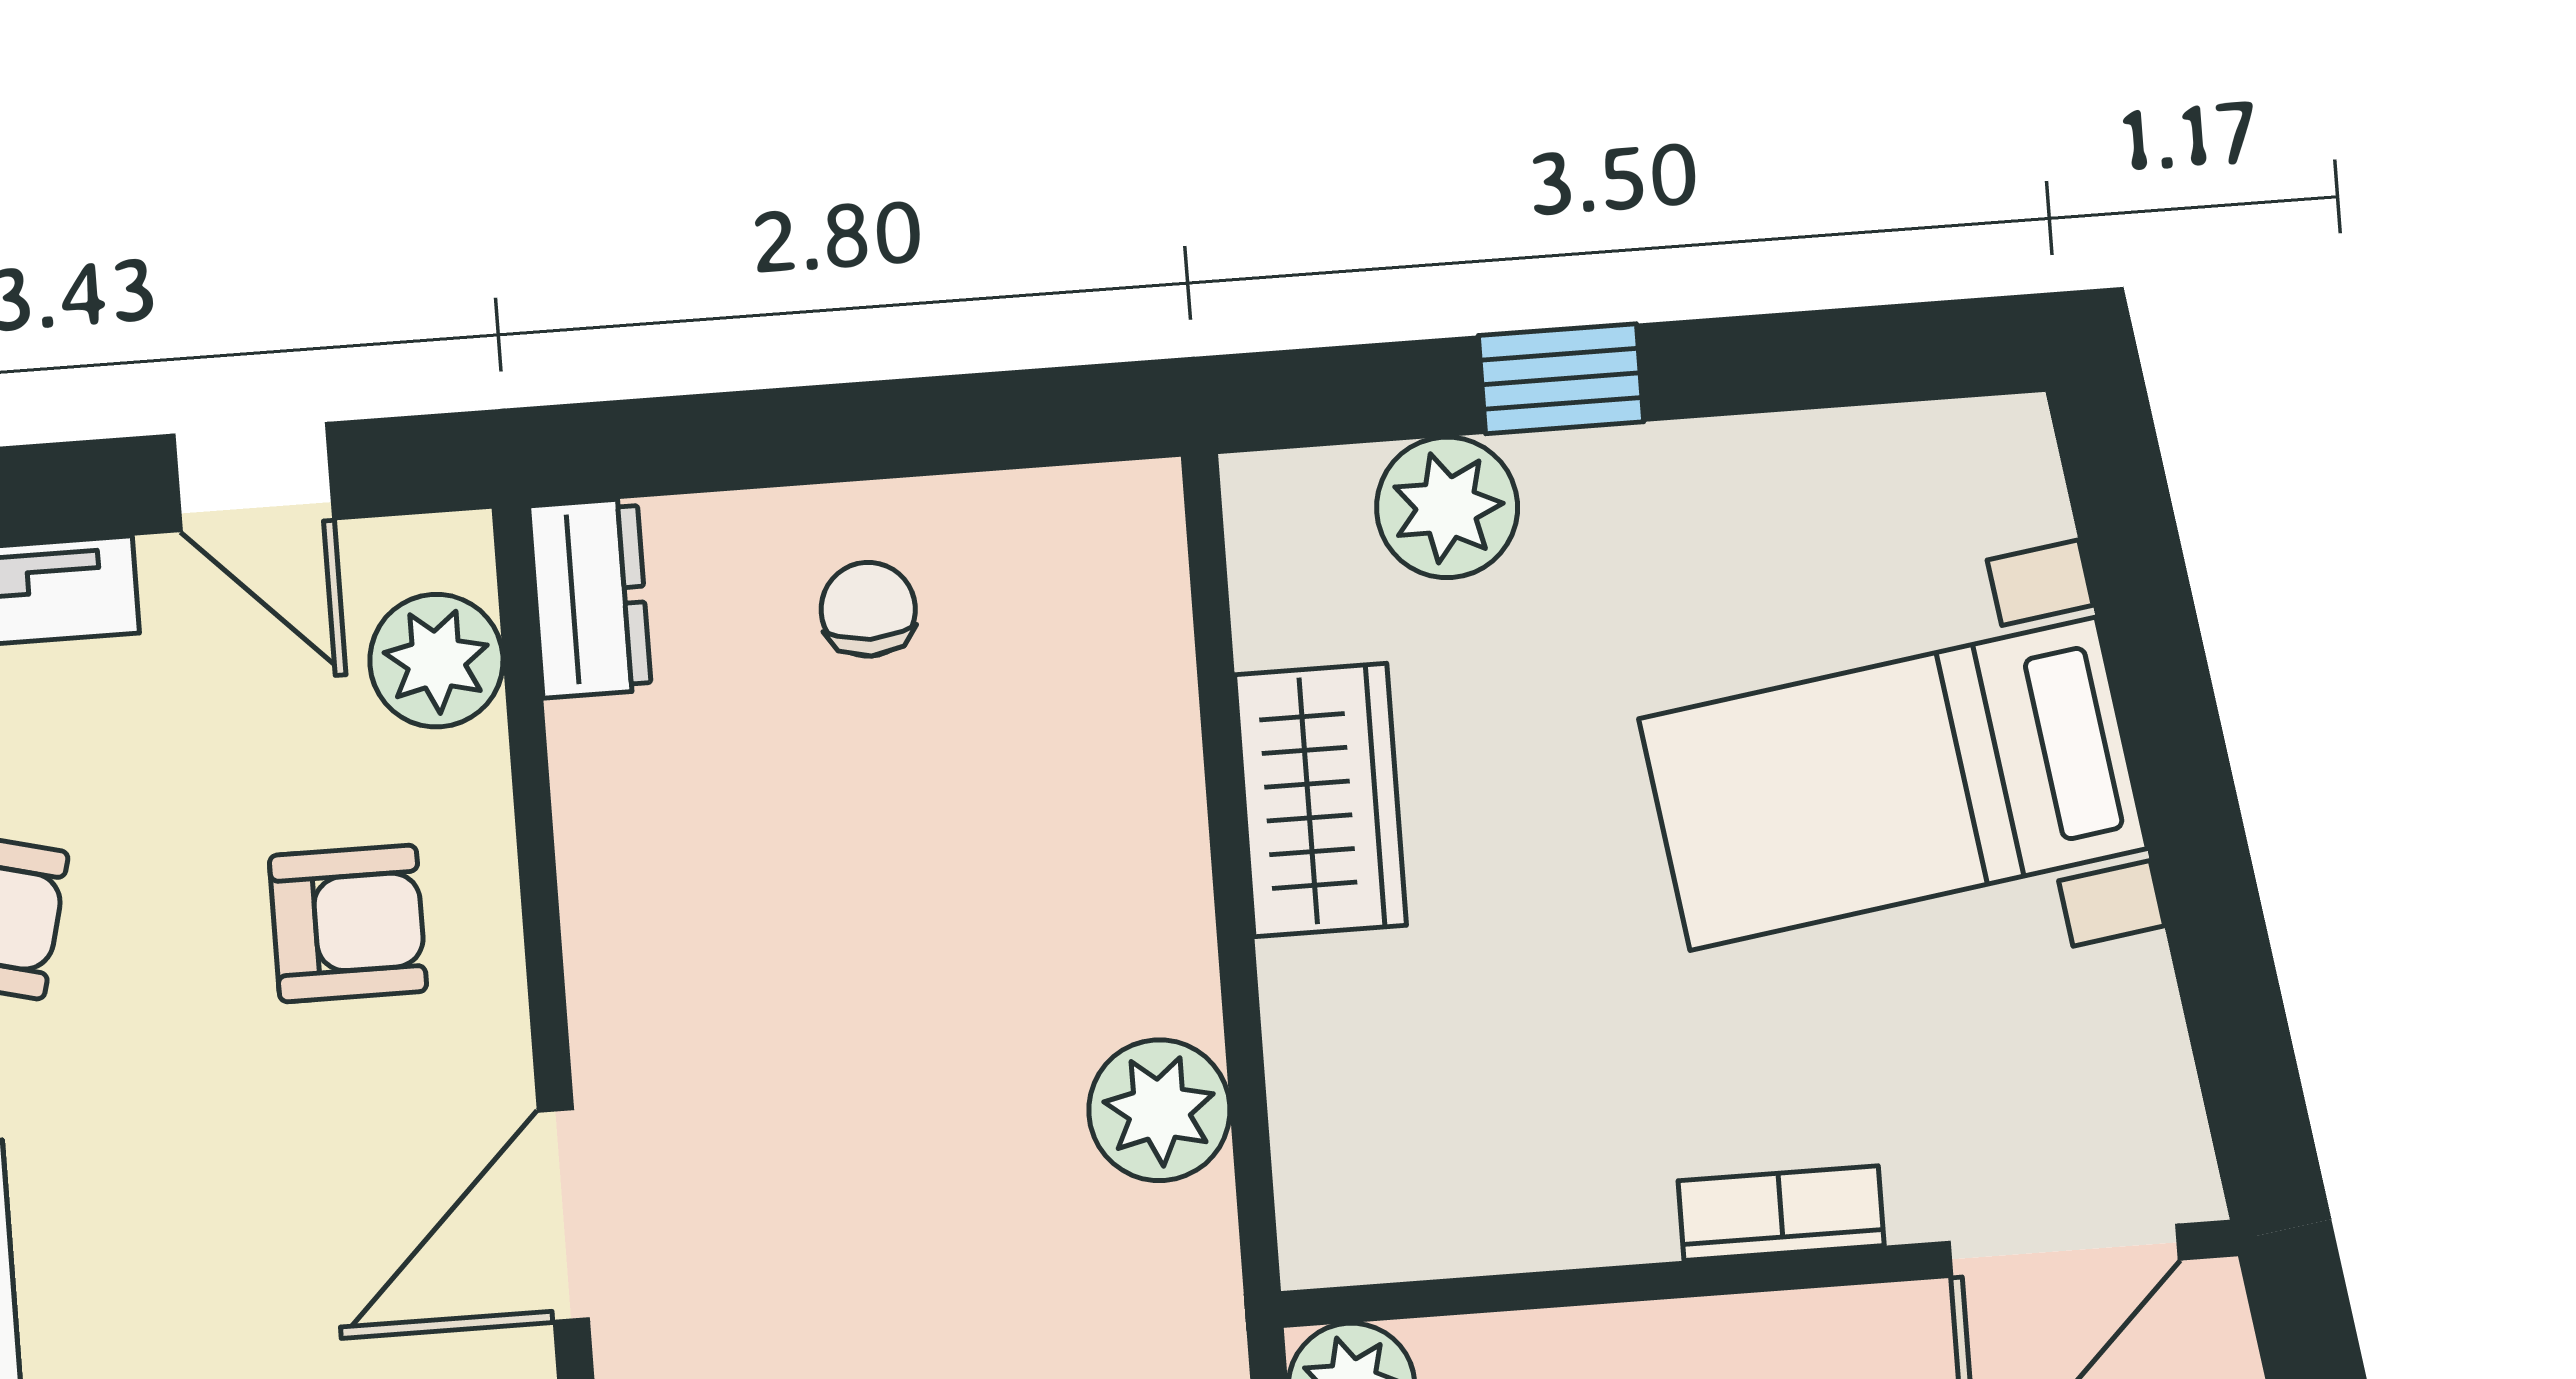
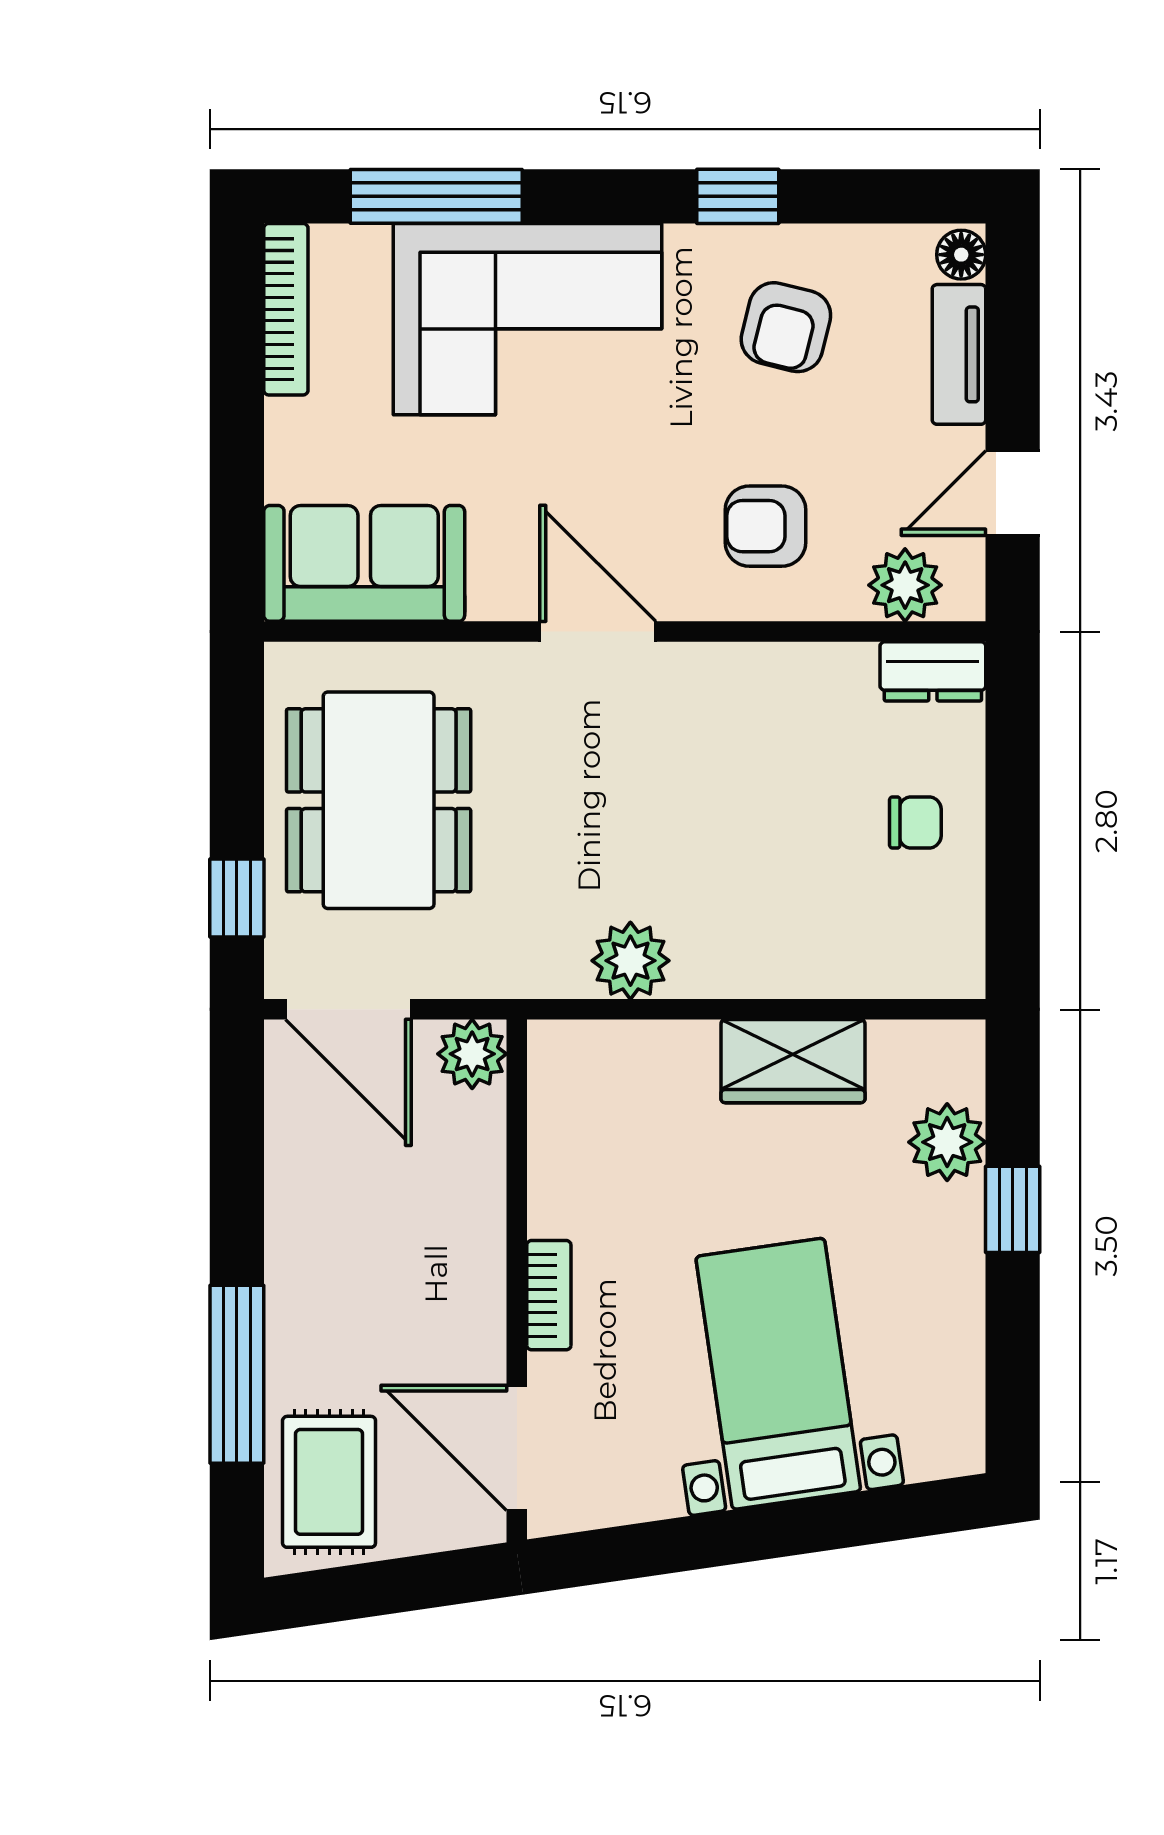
armchair: (348, 923) -> (765, 526), turned 90

